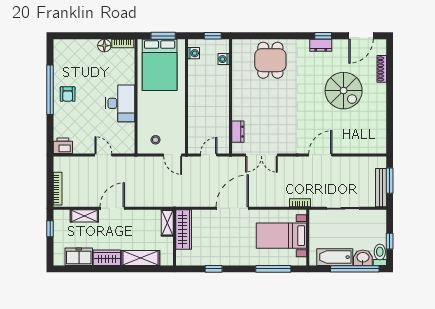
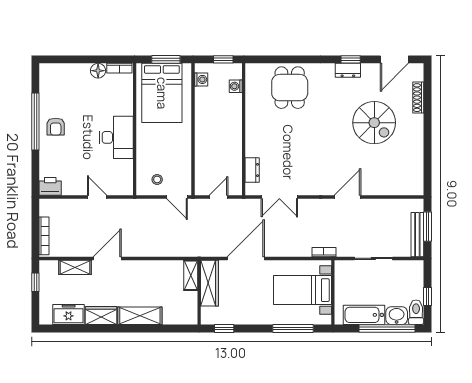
shelving: (167, 223) -> (191, 275), moved
wardrobe: (184, 230) -> (210, 283), moved
wall: (175, 238) -> (199, 292), moved

